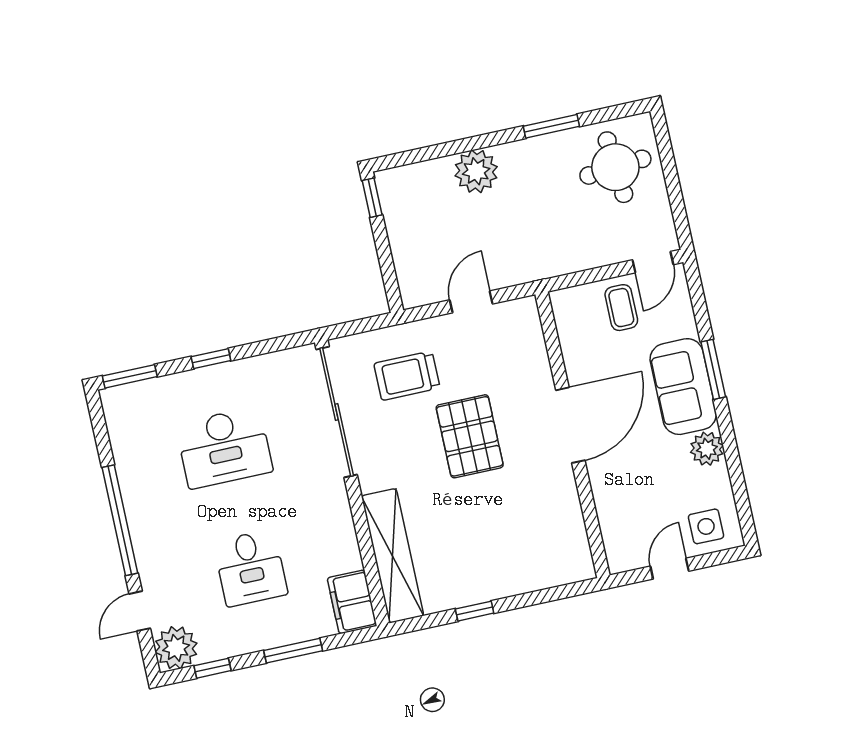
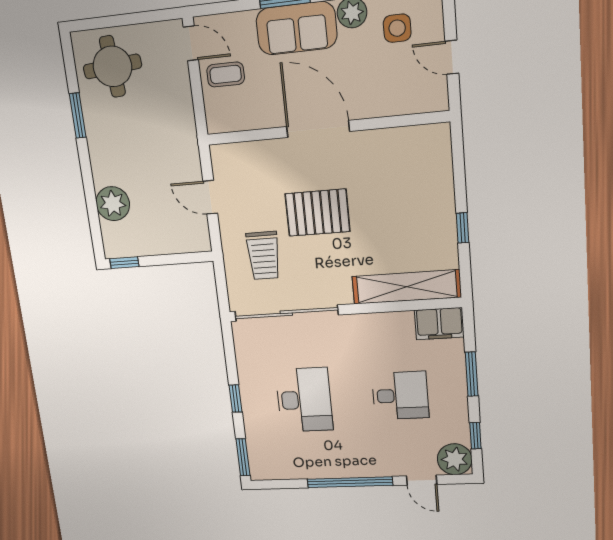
plant: (476, 171) -> (113, 204), moved
side table: (706, 526) -> (397, 28), moved

